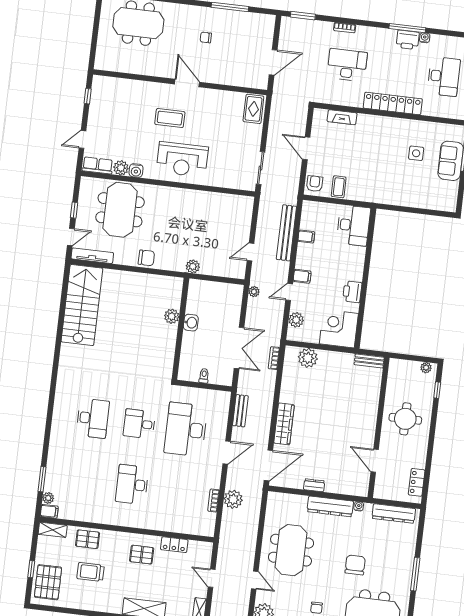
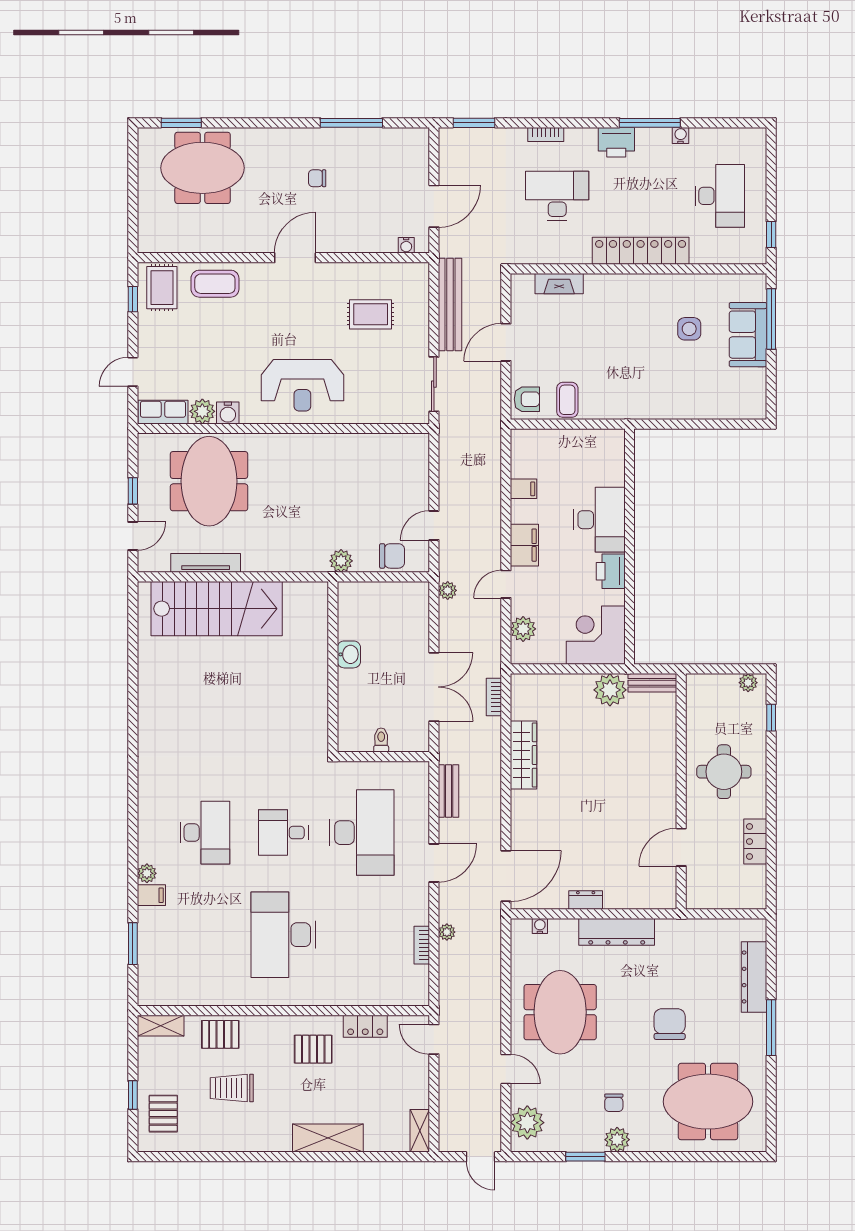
printer: (408, 40) -> (616, 142), moved
door: (187, 83) -> (295, 258), hinge flipped
water cooler: (254, 84) -> (406, 245), added
rug: (106, 91) -> (162, 288), added
rug: (253, 109) -> (371, 314), moved, turned 90
coffee table: (170, 118) -> (215, 284), moved
door: (306, 148) -> (506, 342), hinge flipped
armchair: (315, 184) -> (527, 399), turned 90
desk: (353, 225) -> (599, 520), moved
bench: (286, 233) -> (450, 305), moved
tv unit: (92, 256) -> (206, 563), moved
chair: (146, 258) -> (392, 556), moved
filing cabinet: (302, 276) -> (524, 545), width x2.00
stairs: (82, 305) -> (217, 609), moved, turned 90
plant: (172, 316) -> (316, 648), removed
plant: (308, 358) -> (610, 690), moved
wardrobe: (284, 424) -> (524, 755), moved
desk: (186, 429) -> (362, 833), turned 180
door: (375, 461) -> (681, 847), hinge flipped
locker: (417, 482) -> (755, 841), moved
desk: (132, 484) -> (283, 935), width x1.36, depth x1.30
plant: (48, 498) -> (147, 873), moved
plant: (233, 499) -> (447, 932), width x0.53, depth x0.53
water cooler: (359, 506) -> (540, 926), moved
filing cabinet: (49, 511) -> (151, 895), moved
dresser: (394, 514) -> (754, 977), moved, turned 90
door: (212, 578) -> (434, 1039), moved
pallet: (48, 582) -> (163, 1114), width x0.67, depth x0.71

